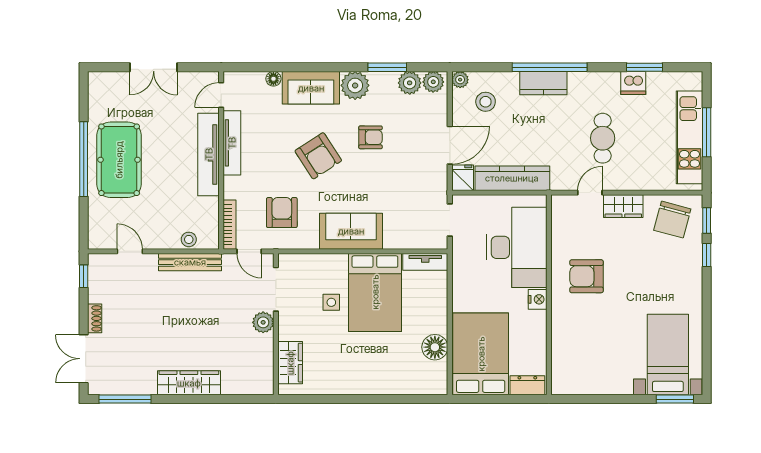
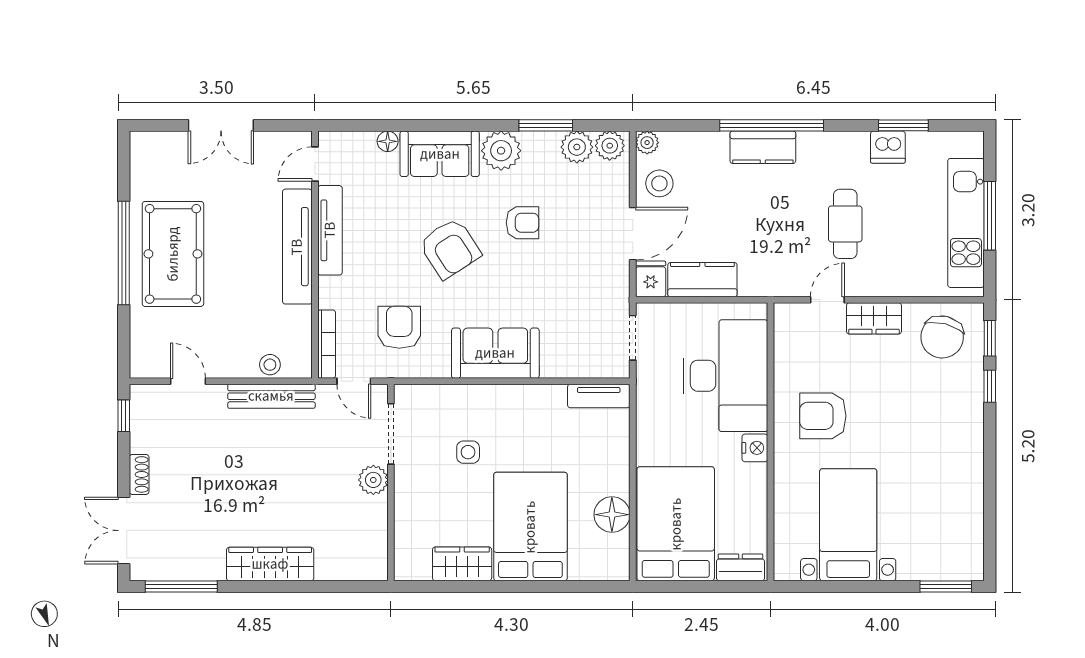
stool: (486, 102) -> (659, 183), moved
kitchen counter: (512, 178) -> (702, 280), width x0.67
bed: (375, 292) -> (530, 527), moved, turned 180
bed with nightstands: (668, 355) -> (848, 525), moved
wardrobe: (290, 363) -> (462, 564), moved, turned -90

